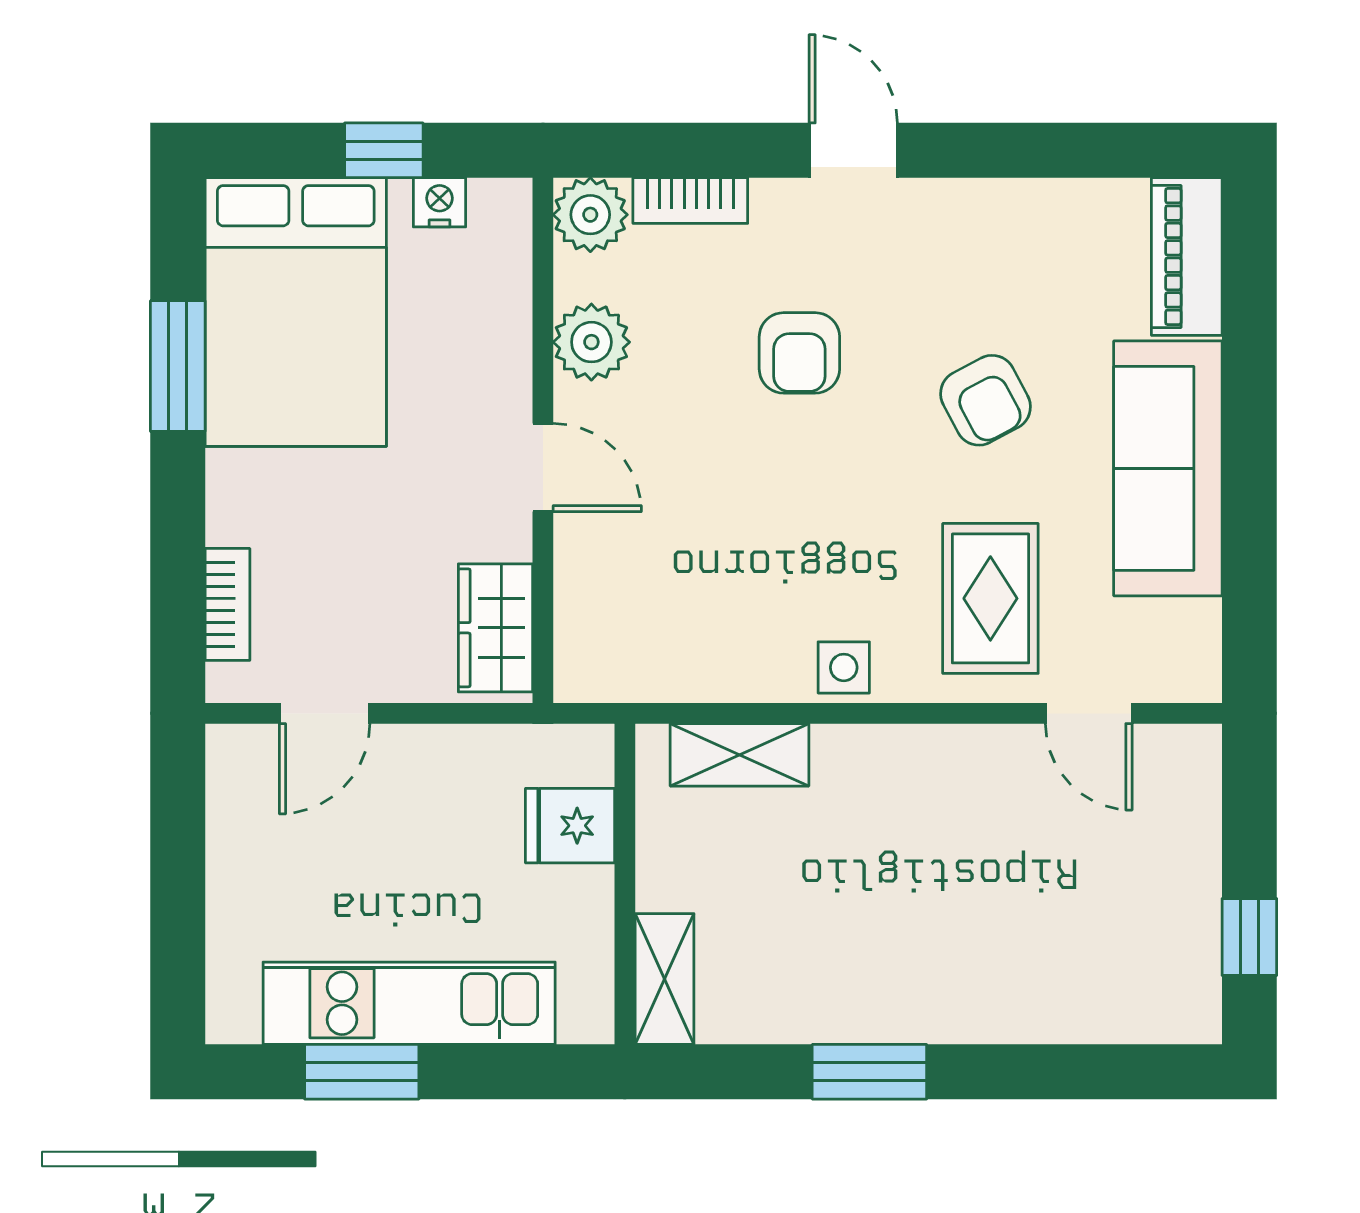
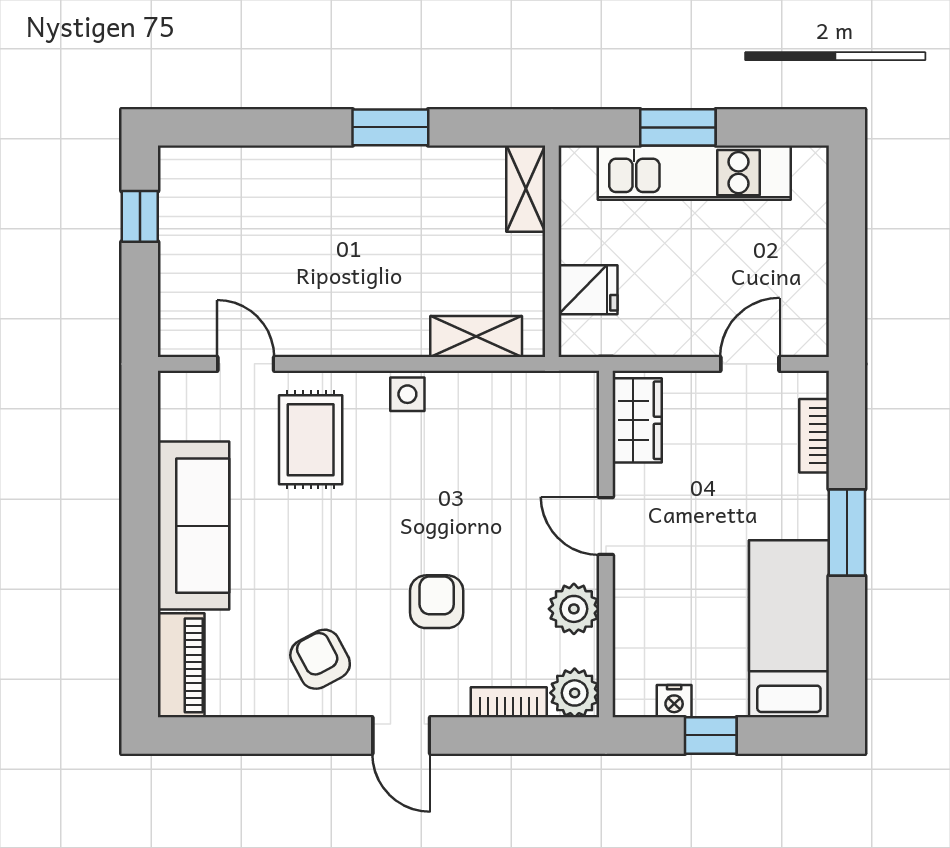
bed: (296, 312) -> (789, 629), width x0.67
window: (178, 366) -> (847, 533), moved
armchair: (985, 400) -> (320, 659), moved
window: (362, 1072) -> (678, 127), moved

